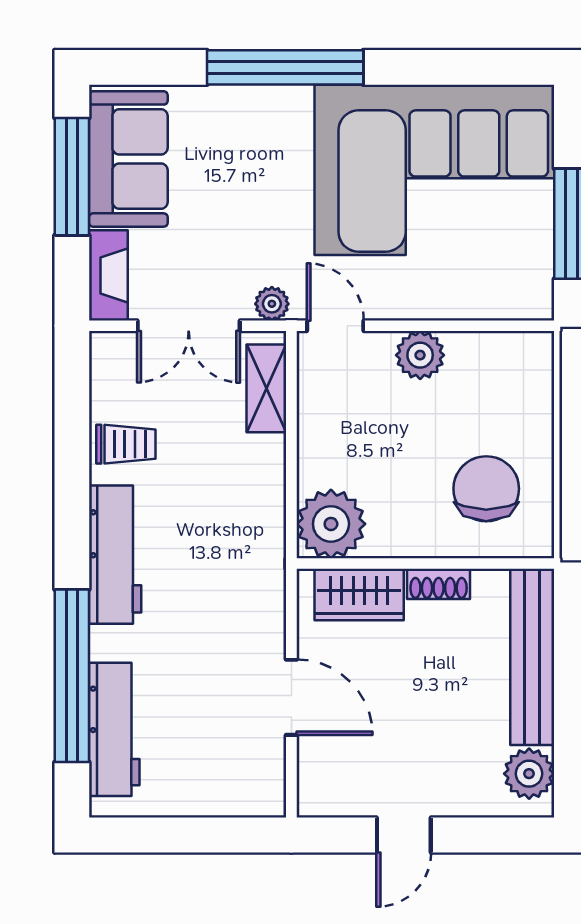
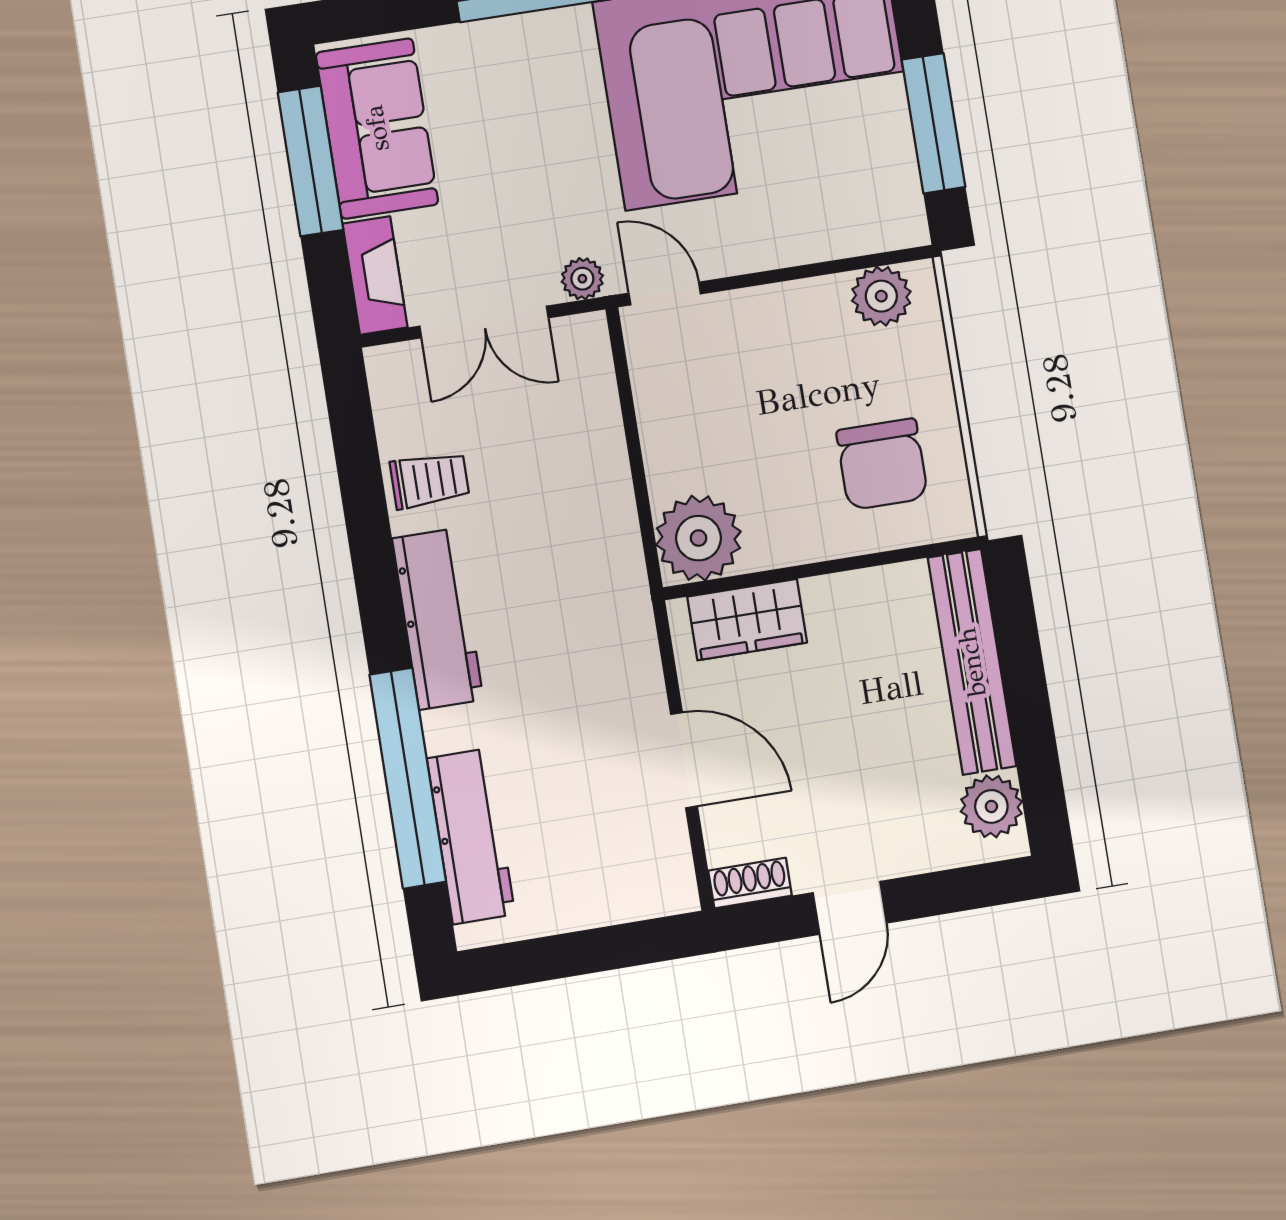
plant: (420, 355) -> (881, 296), moved
shelving: (266, 388) -> (592, 384), removed
chair: (486, 489) -> (882, 464), turned 180
shoe rack: (439, 584) -> (750, 883), moved, turned 180

